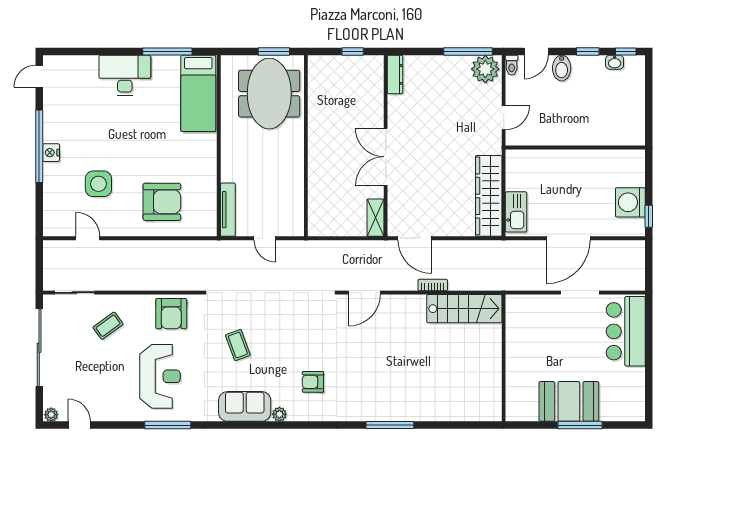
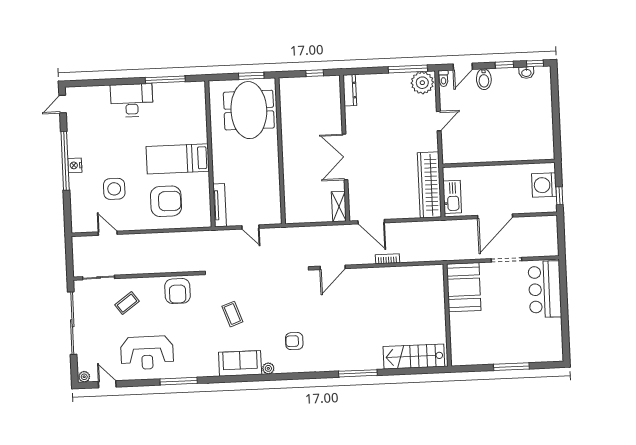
bed: (198, 93) -> (178, 159), moved, turned 90
wall: (575, 148) -> (499, 163), moved
stairs: (464, 309) -> (414, 356), moved, turned 180
reception desk: (160, 376) -> (147, 353), moved, turned 90
booth: (569, 401) -> (464, 287), moved, turned 90

